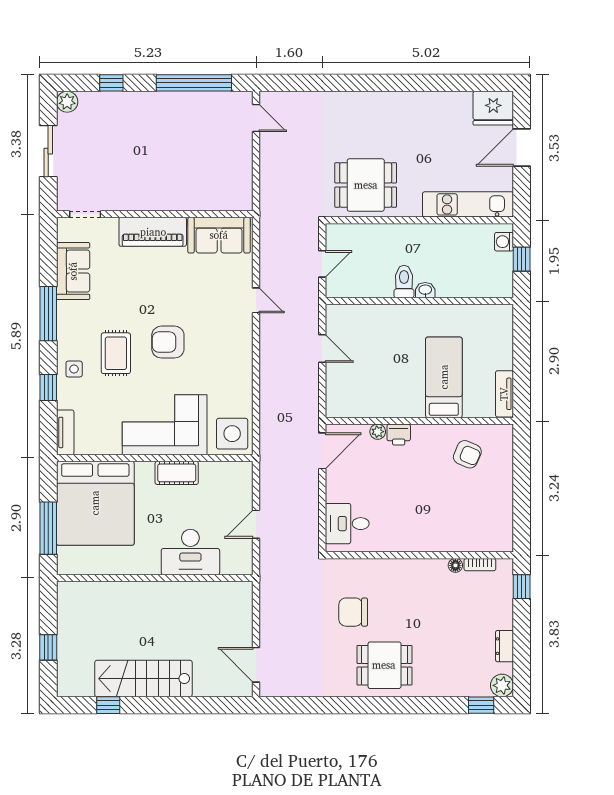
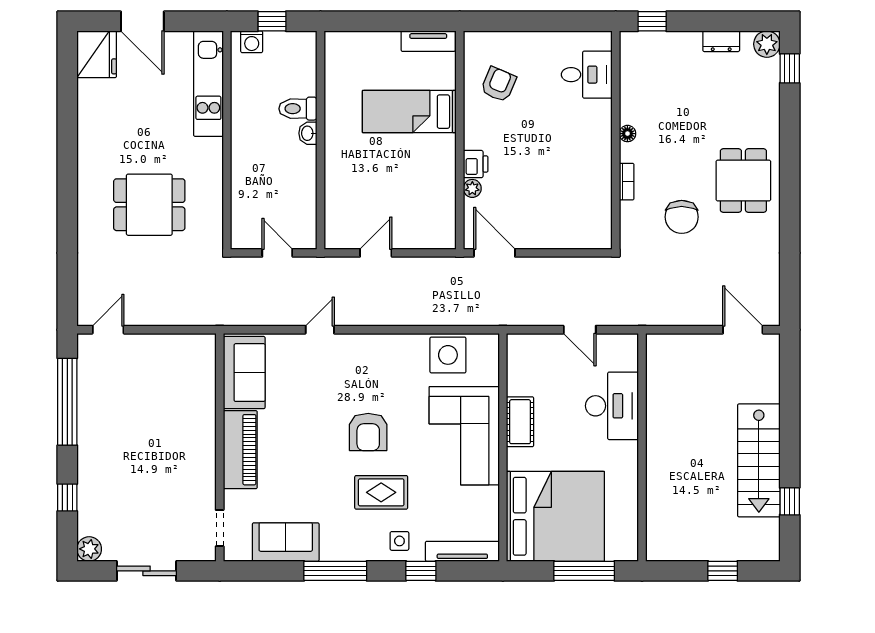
dining table: (366, 185) -> (149, 205), moved, turned 90
toilet: (404, 282) -> (298, 109), moved
tv unit: (65, 432) -> (462, 551), width x1.41
side table: (232, 434) -> (448, 355), moved
desk: (347, 524) -> (587, 75), moved, turned -90
floor lamp: (455, 565) -> (627, 134), moved
bookcase: (480, 565) -> (627, 182), moved
door: (256, 665) -> (743, 330), swing flipped

